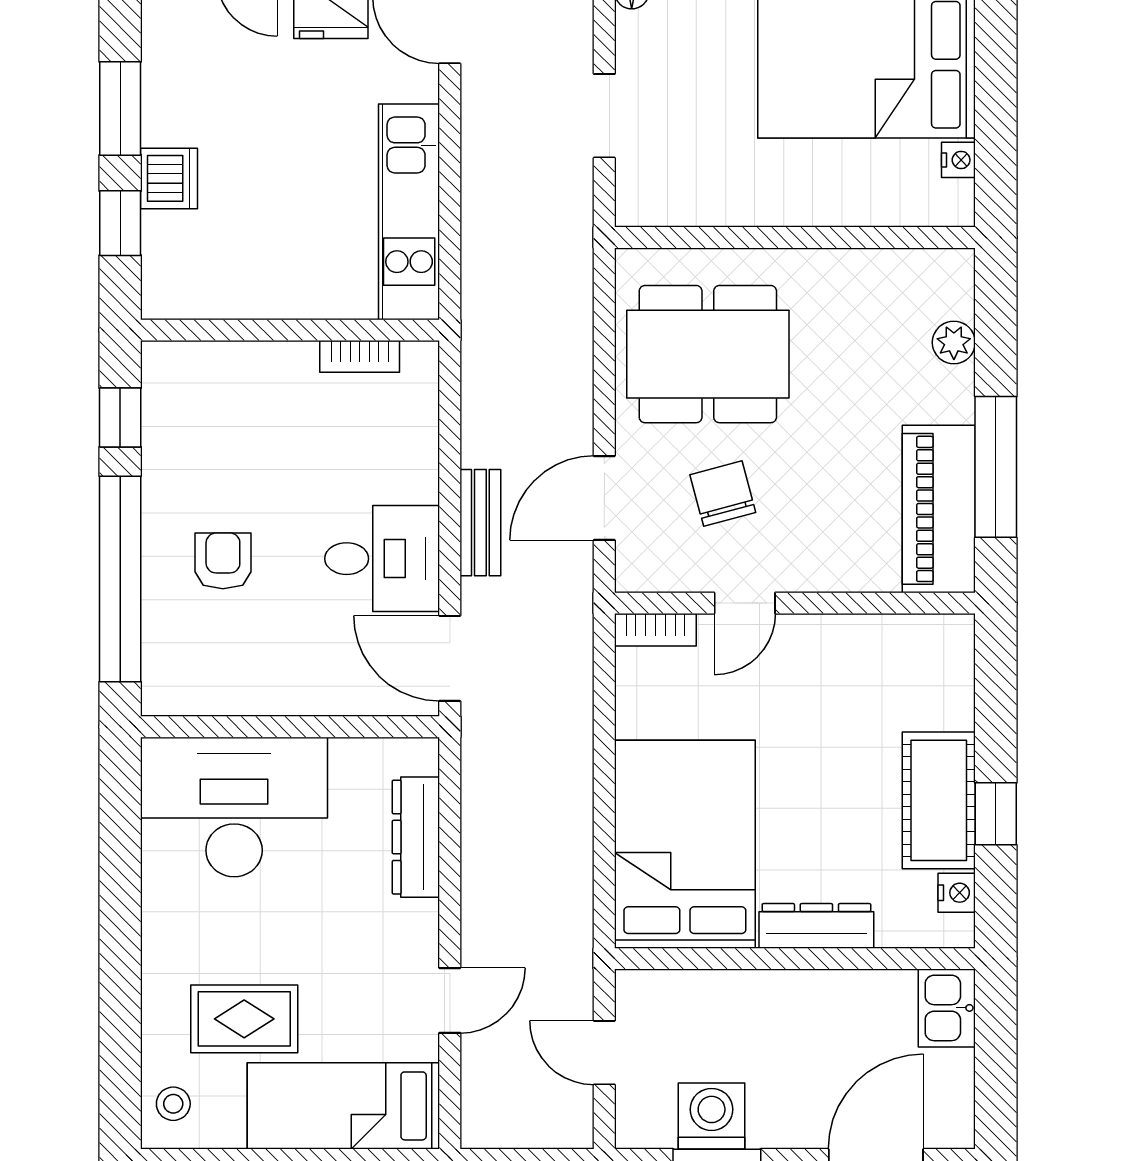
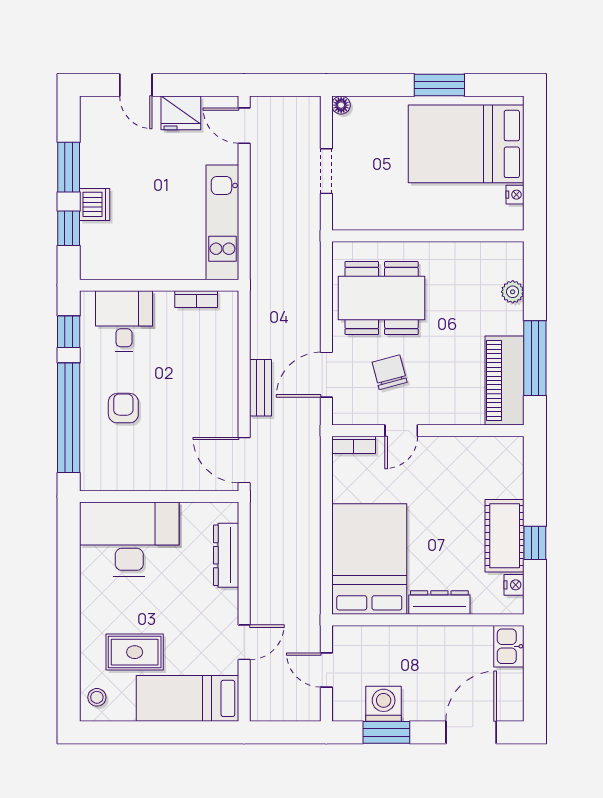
desk: (382, 559) -> (124, 321), moved, turned -90

